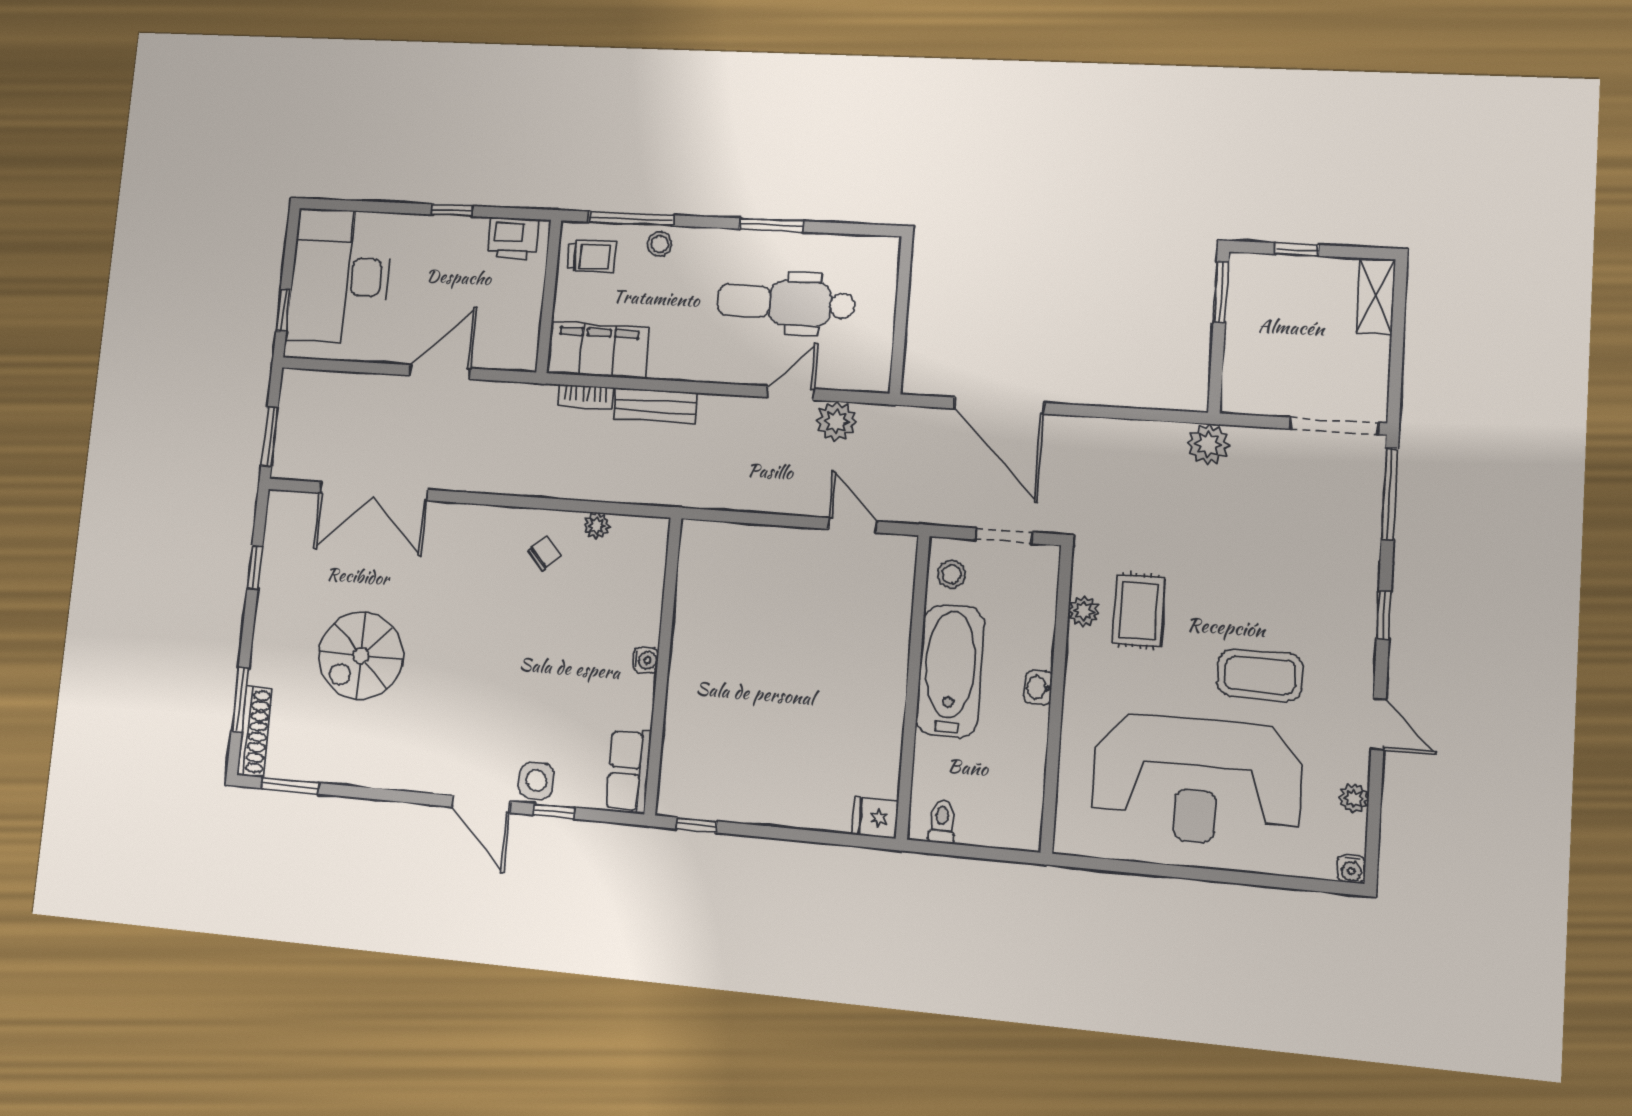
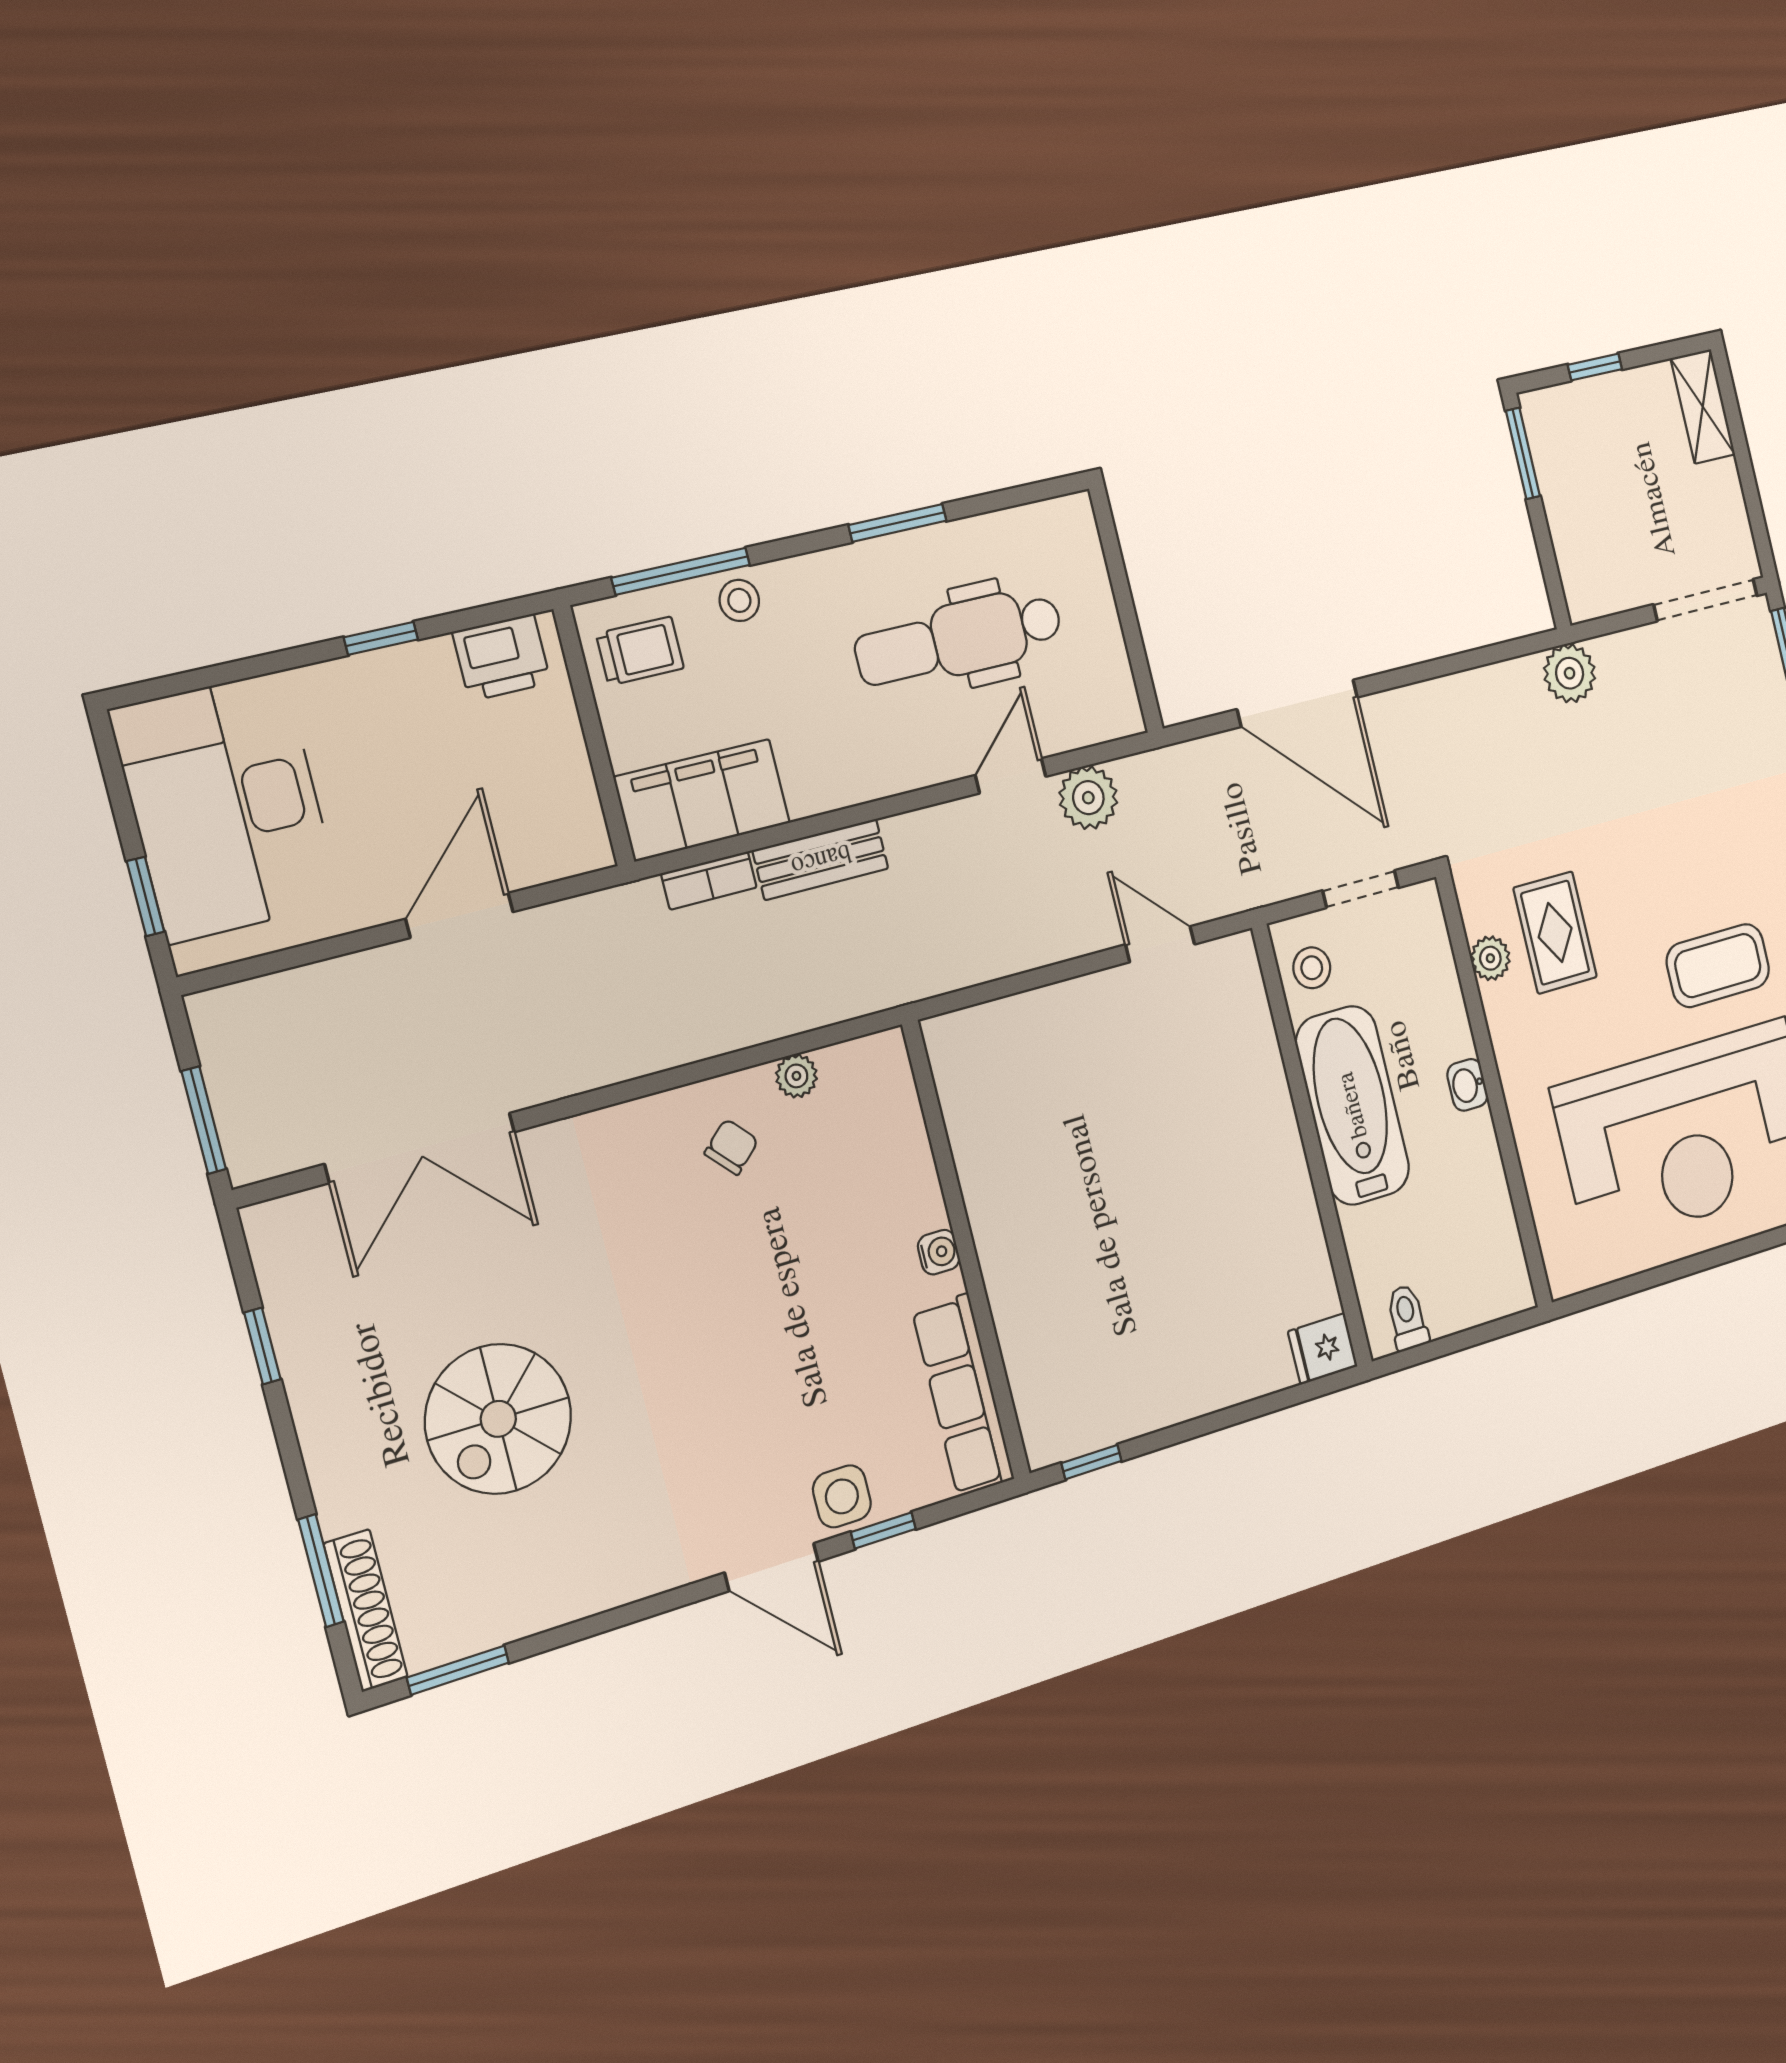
row of seats: (629, 771) -> (963, 1395), width x1.48

